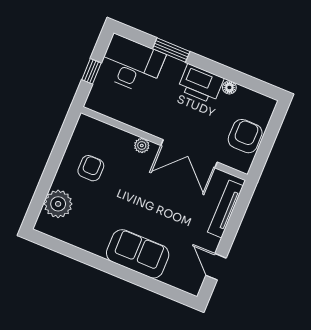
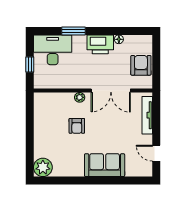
armchair: (91, 168) -> (77, 126), moved, turned 180
plant: (58, 204) -> (43, 167), moved

